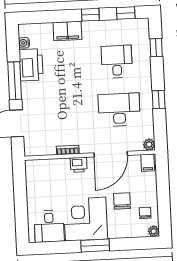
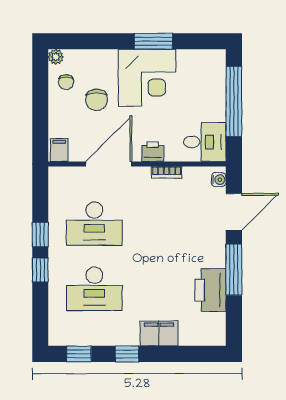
water cooler: (24, 43) -> (219, 180), moved
window: (156, 48) -> (40, 270), moved
desk: (117, 62) -> (94, 289), width x1.37
plant: (149, 145) -> (56, 174), removed
window: (21, 205) -> (234, 101), added
desk: (49, 226) -> (205, 142), moved, turned 90
window: (95, 246) -> (153, 41), moved

